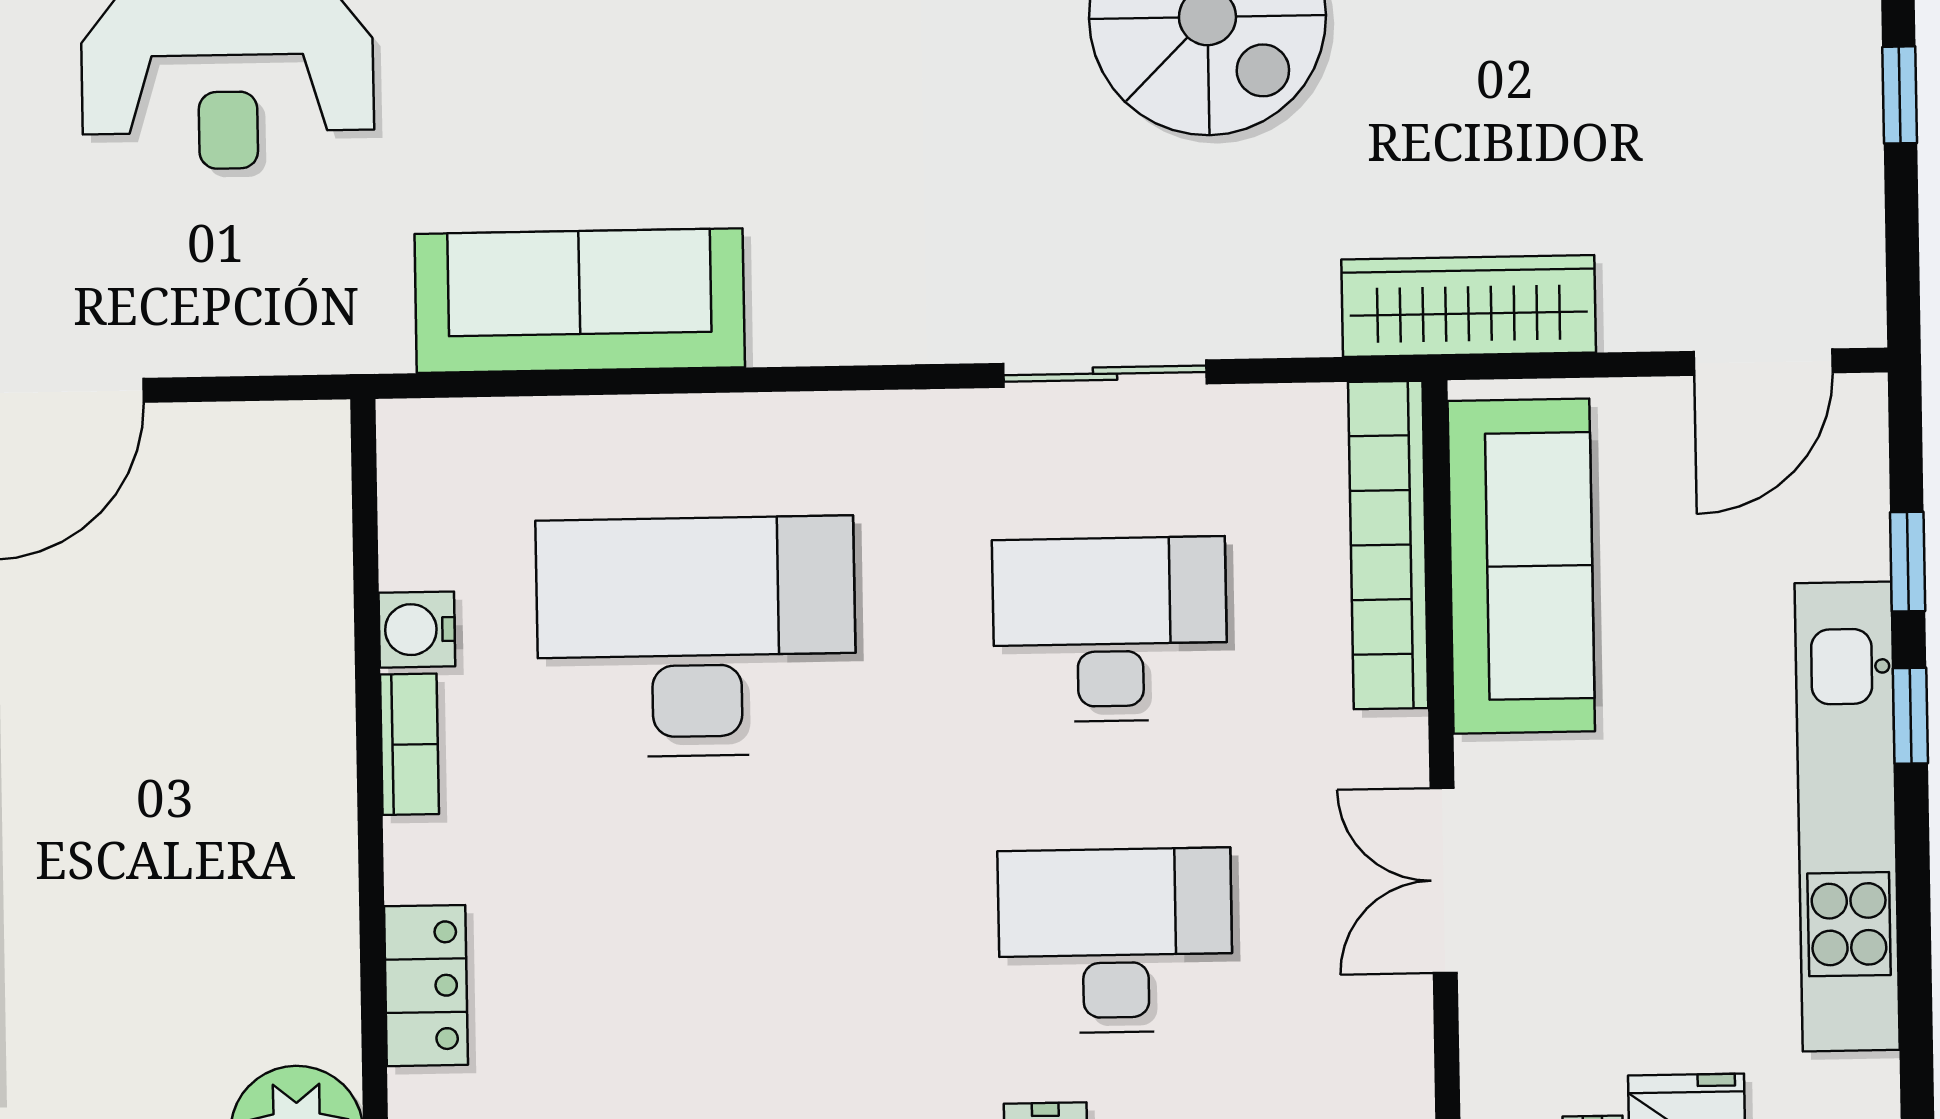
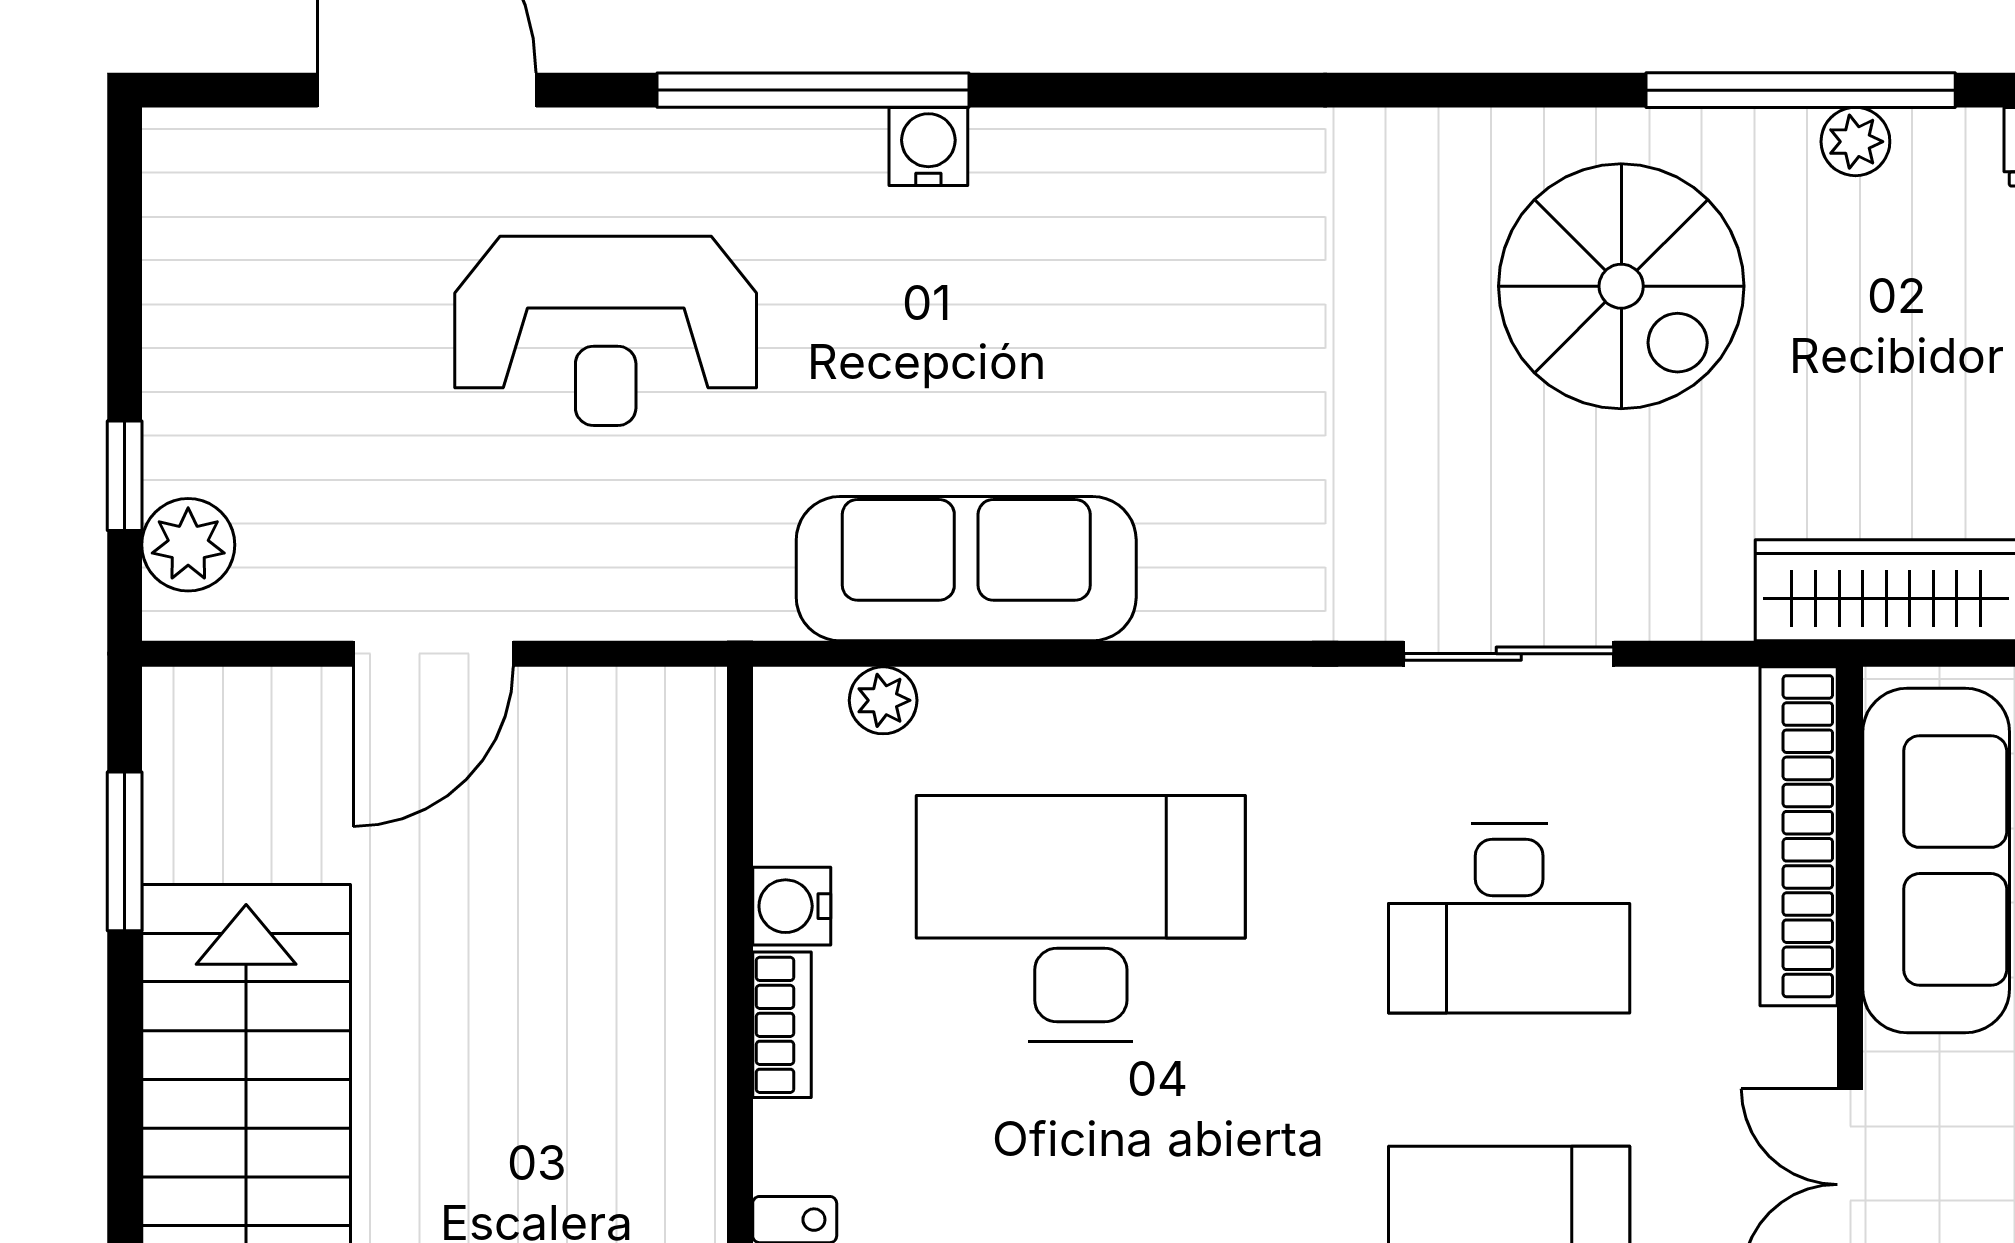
plant: (502, 429) -> (883, 700), added
desk: (1110, 629) -> (1509, 919), turned 180

